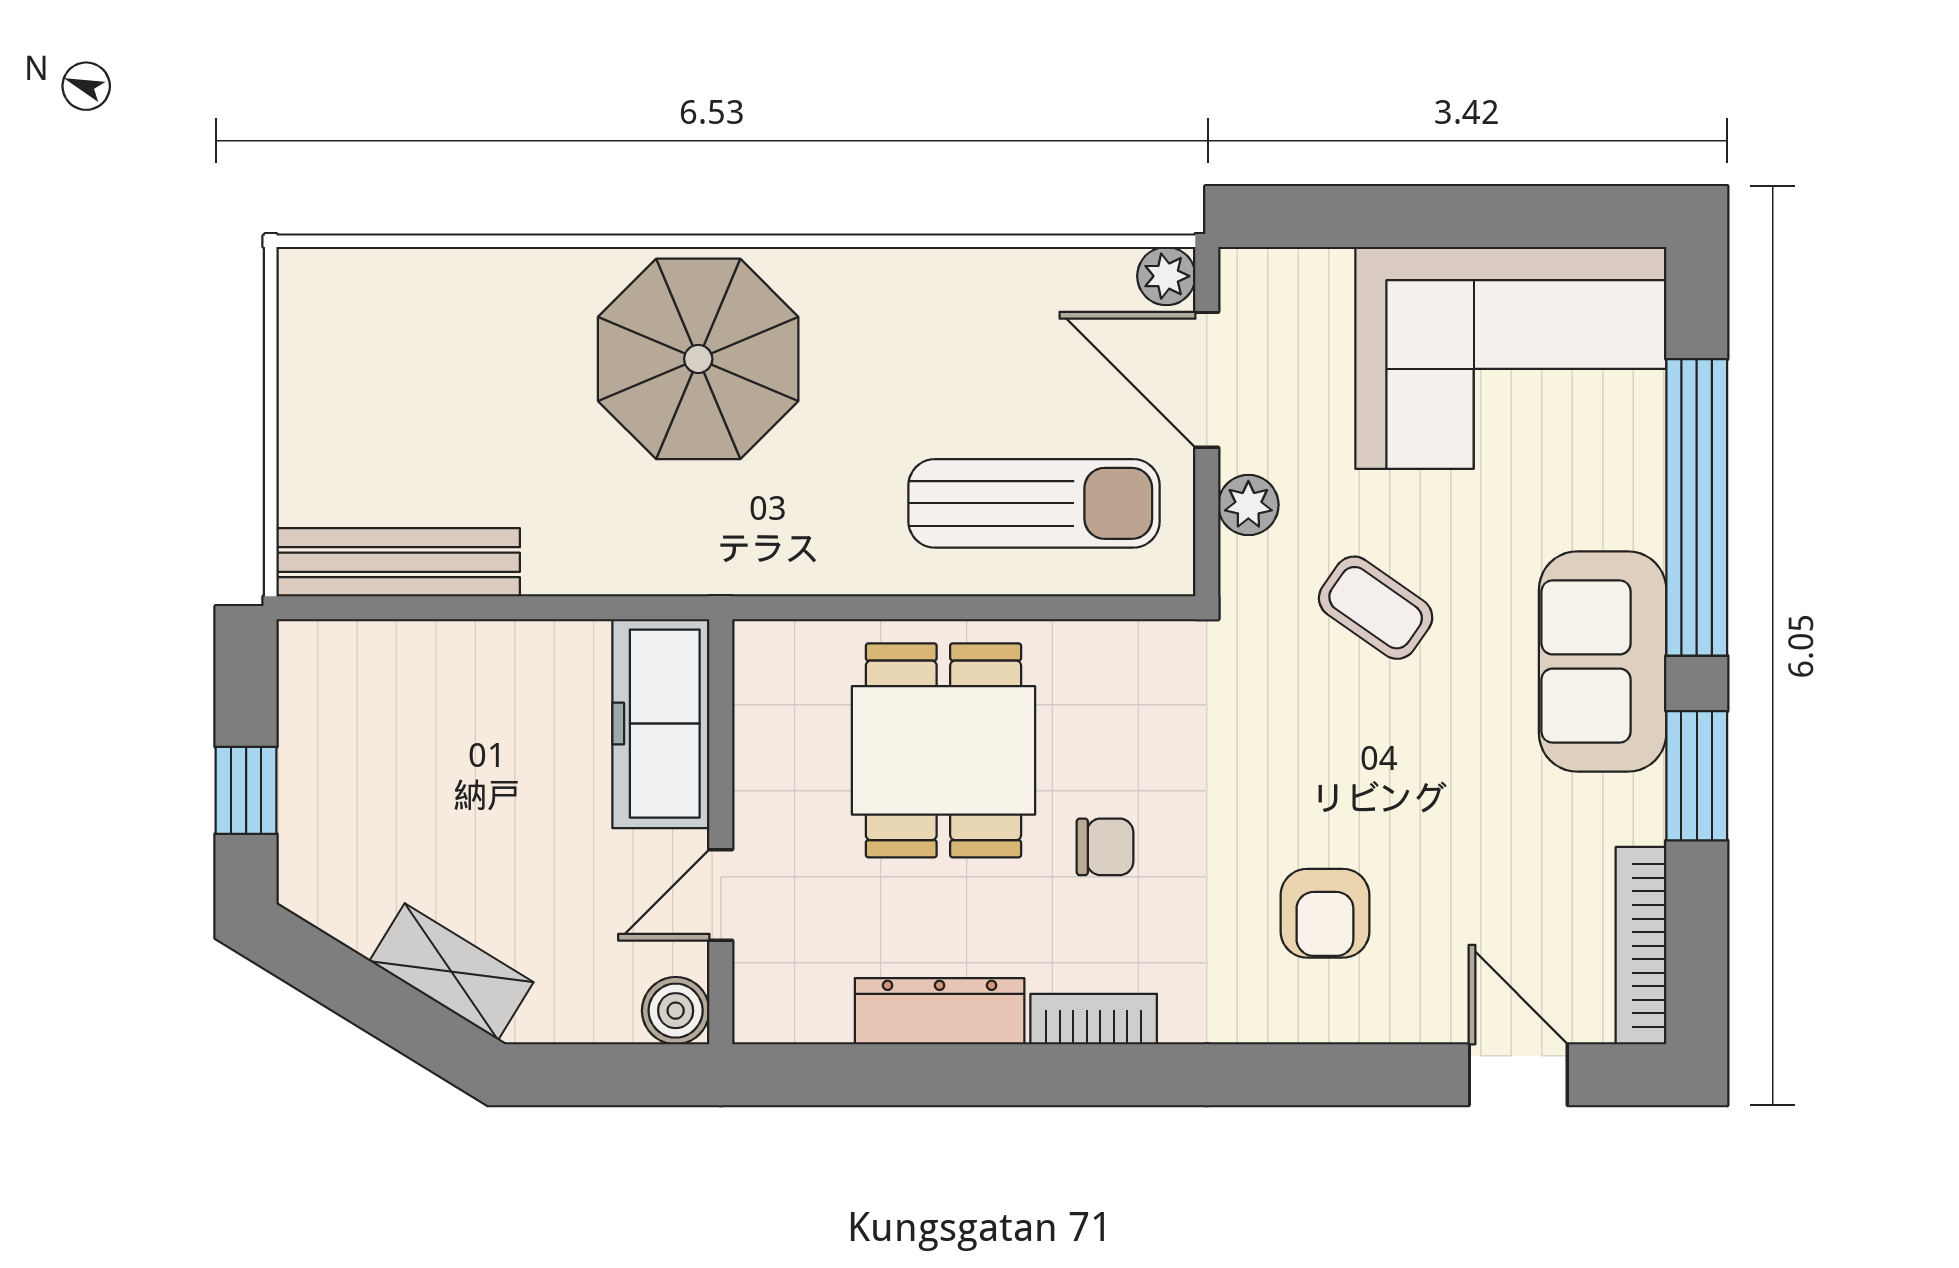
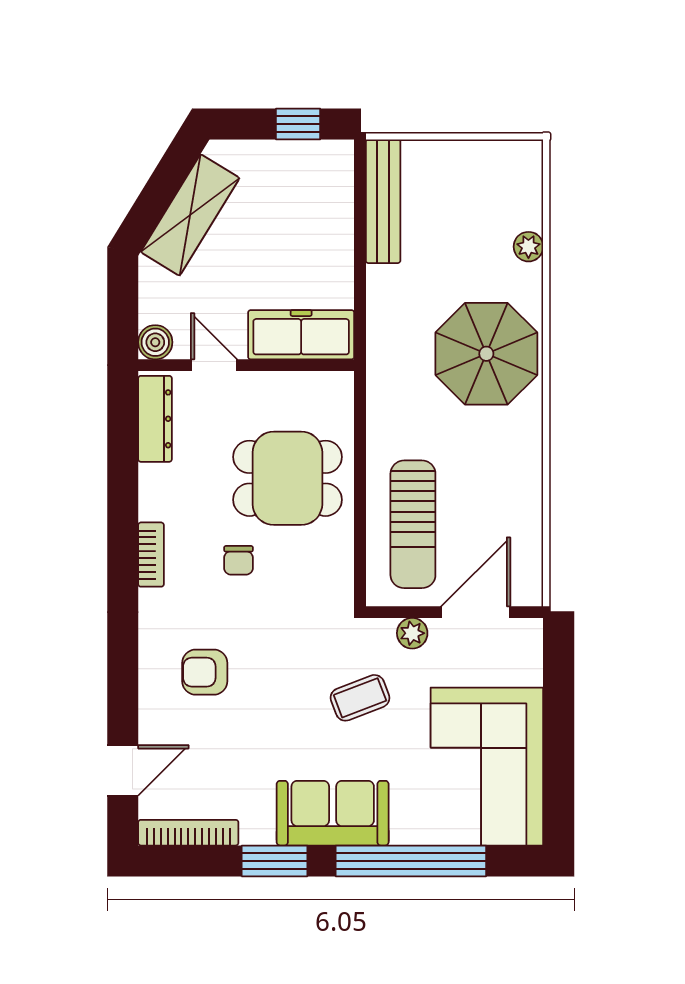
plant: (1166, 276) -> (528, 247), moved
coffee table: (1376, 608) -> (360, 698), turned 34
window: (246, 790) -> (298, 124), moved
shelving: (451, 972) -> (190, 215), width x1.50, depth x1.33
dresser: (940, 1011) -> (155, 419), moved

